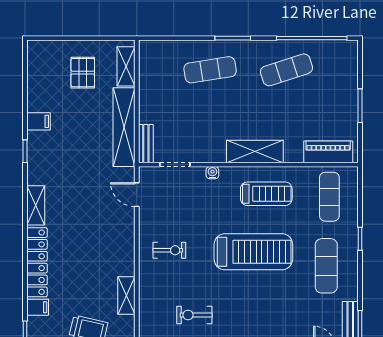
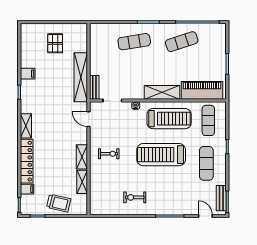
shelving: (126, 66) -> (82, 157), moved
piano: (328, 152) -> (202, 90), width x1.37, depth x1.33
treadmill: (266, 194) -> (169, 119), width x1.37, depth x1.38
treadmill: (253, 252) -> (161, 155), turned 180
exercise bike: (194, 315) -> (135, 197), moved

